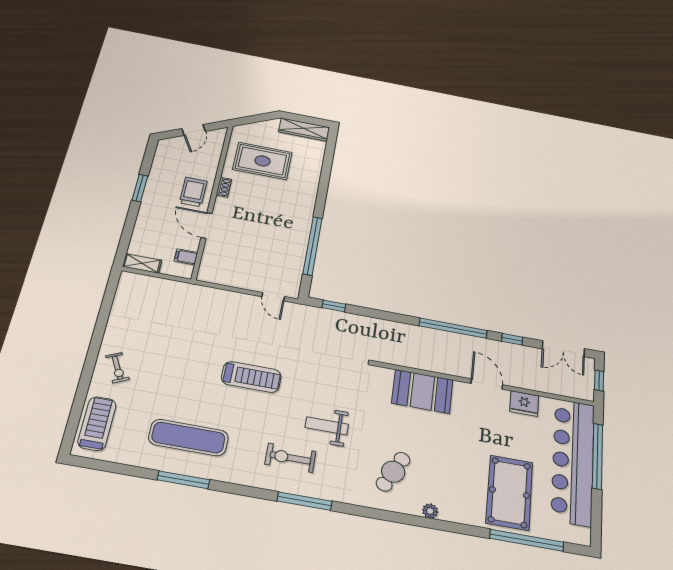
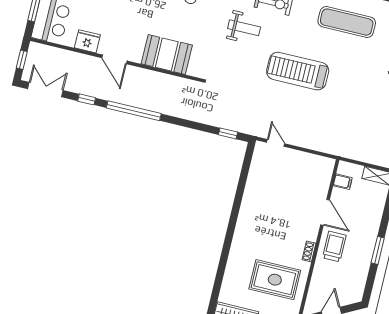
trolley: (193, 192) -> (334, 247), turned 180
window: (313, 246) -> (240, 192), removed
treadmill: (251, 377) -> (298, 71), width x1.37, depth x1.38

